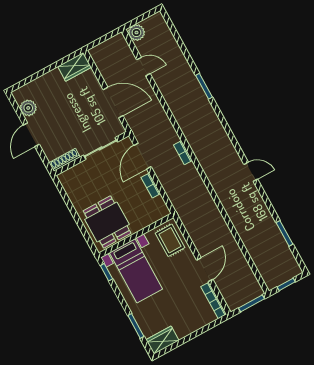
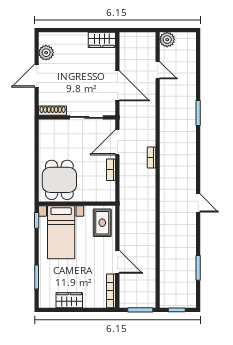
door: (205, 270) -> (117, 262), hinge flipped
wardrobe: (162, 340) -> (69, 300), moved

